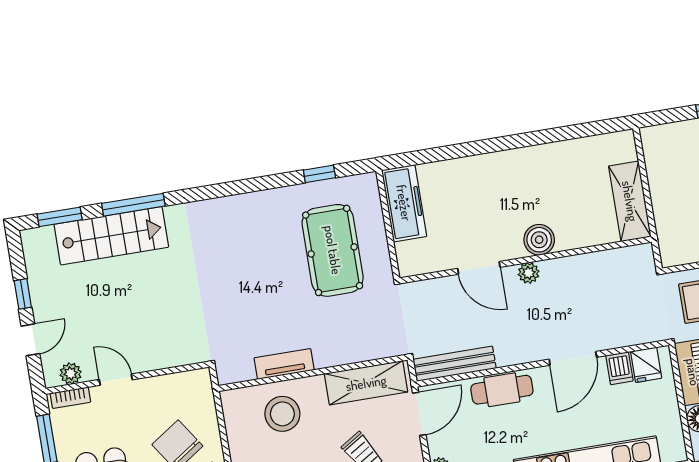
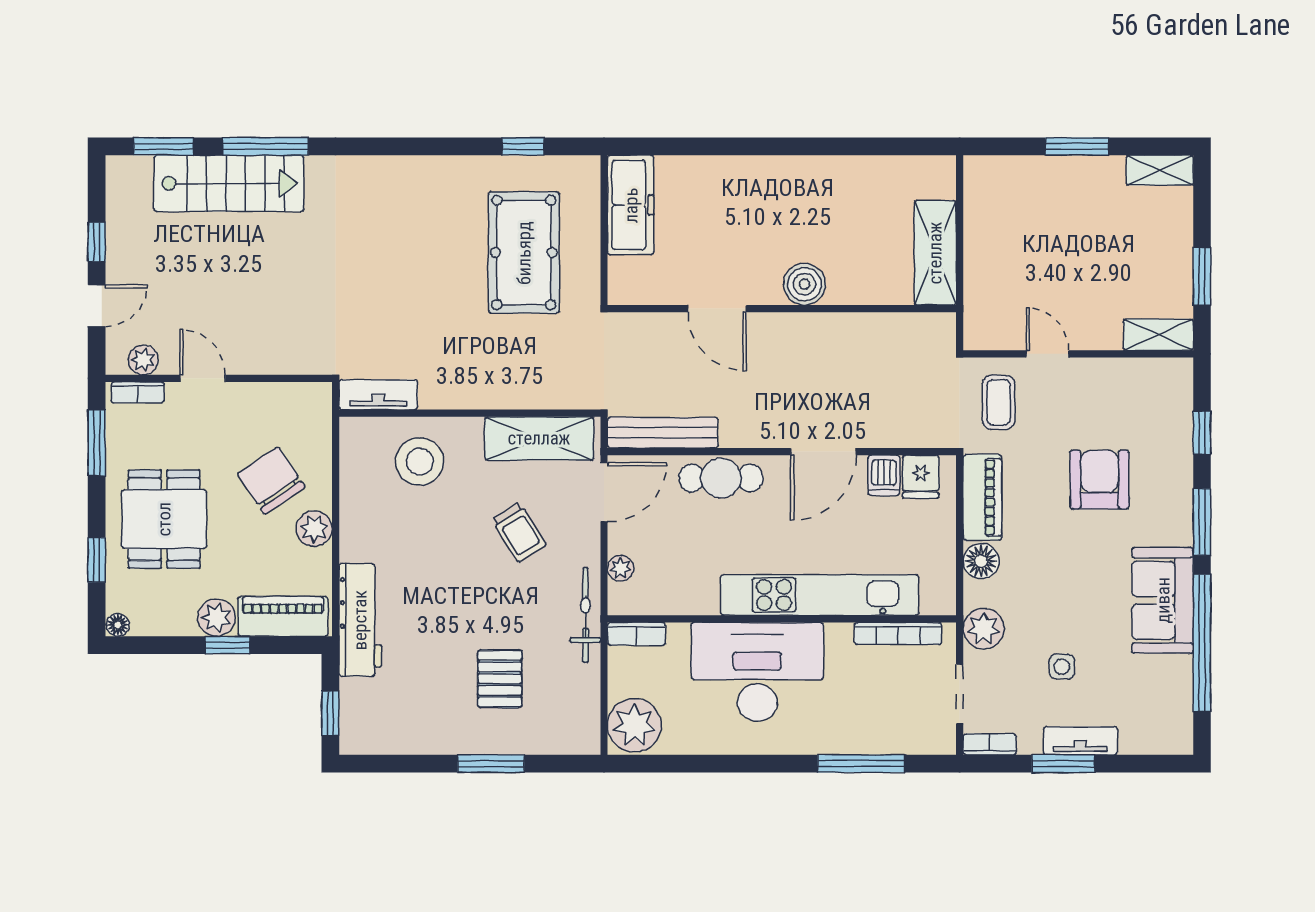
plant: (529, 273) -> (783, 327), removed
tv unit: (284, 364) -> (378, 395), moved

